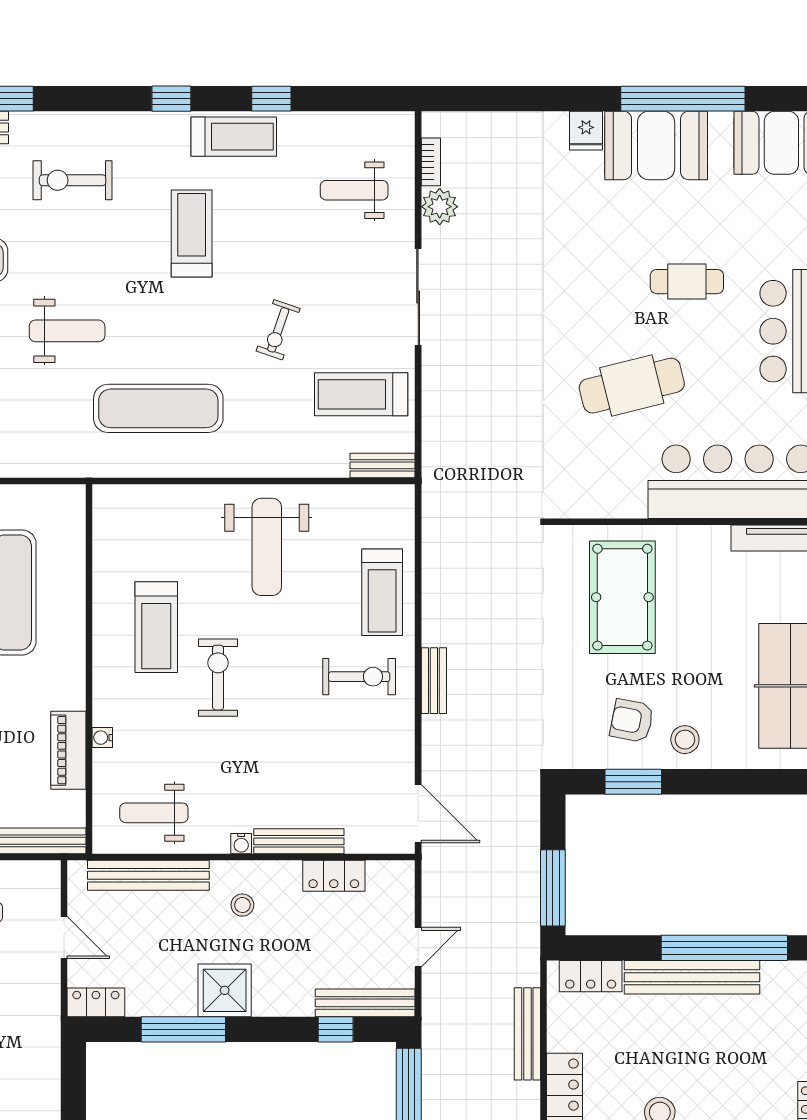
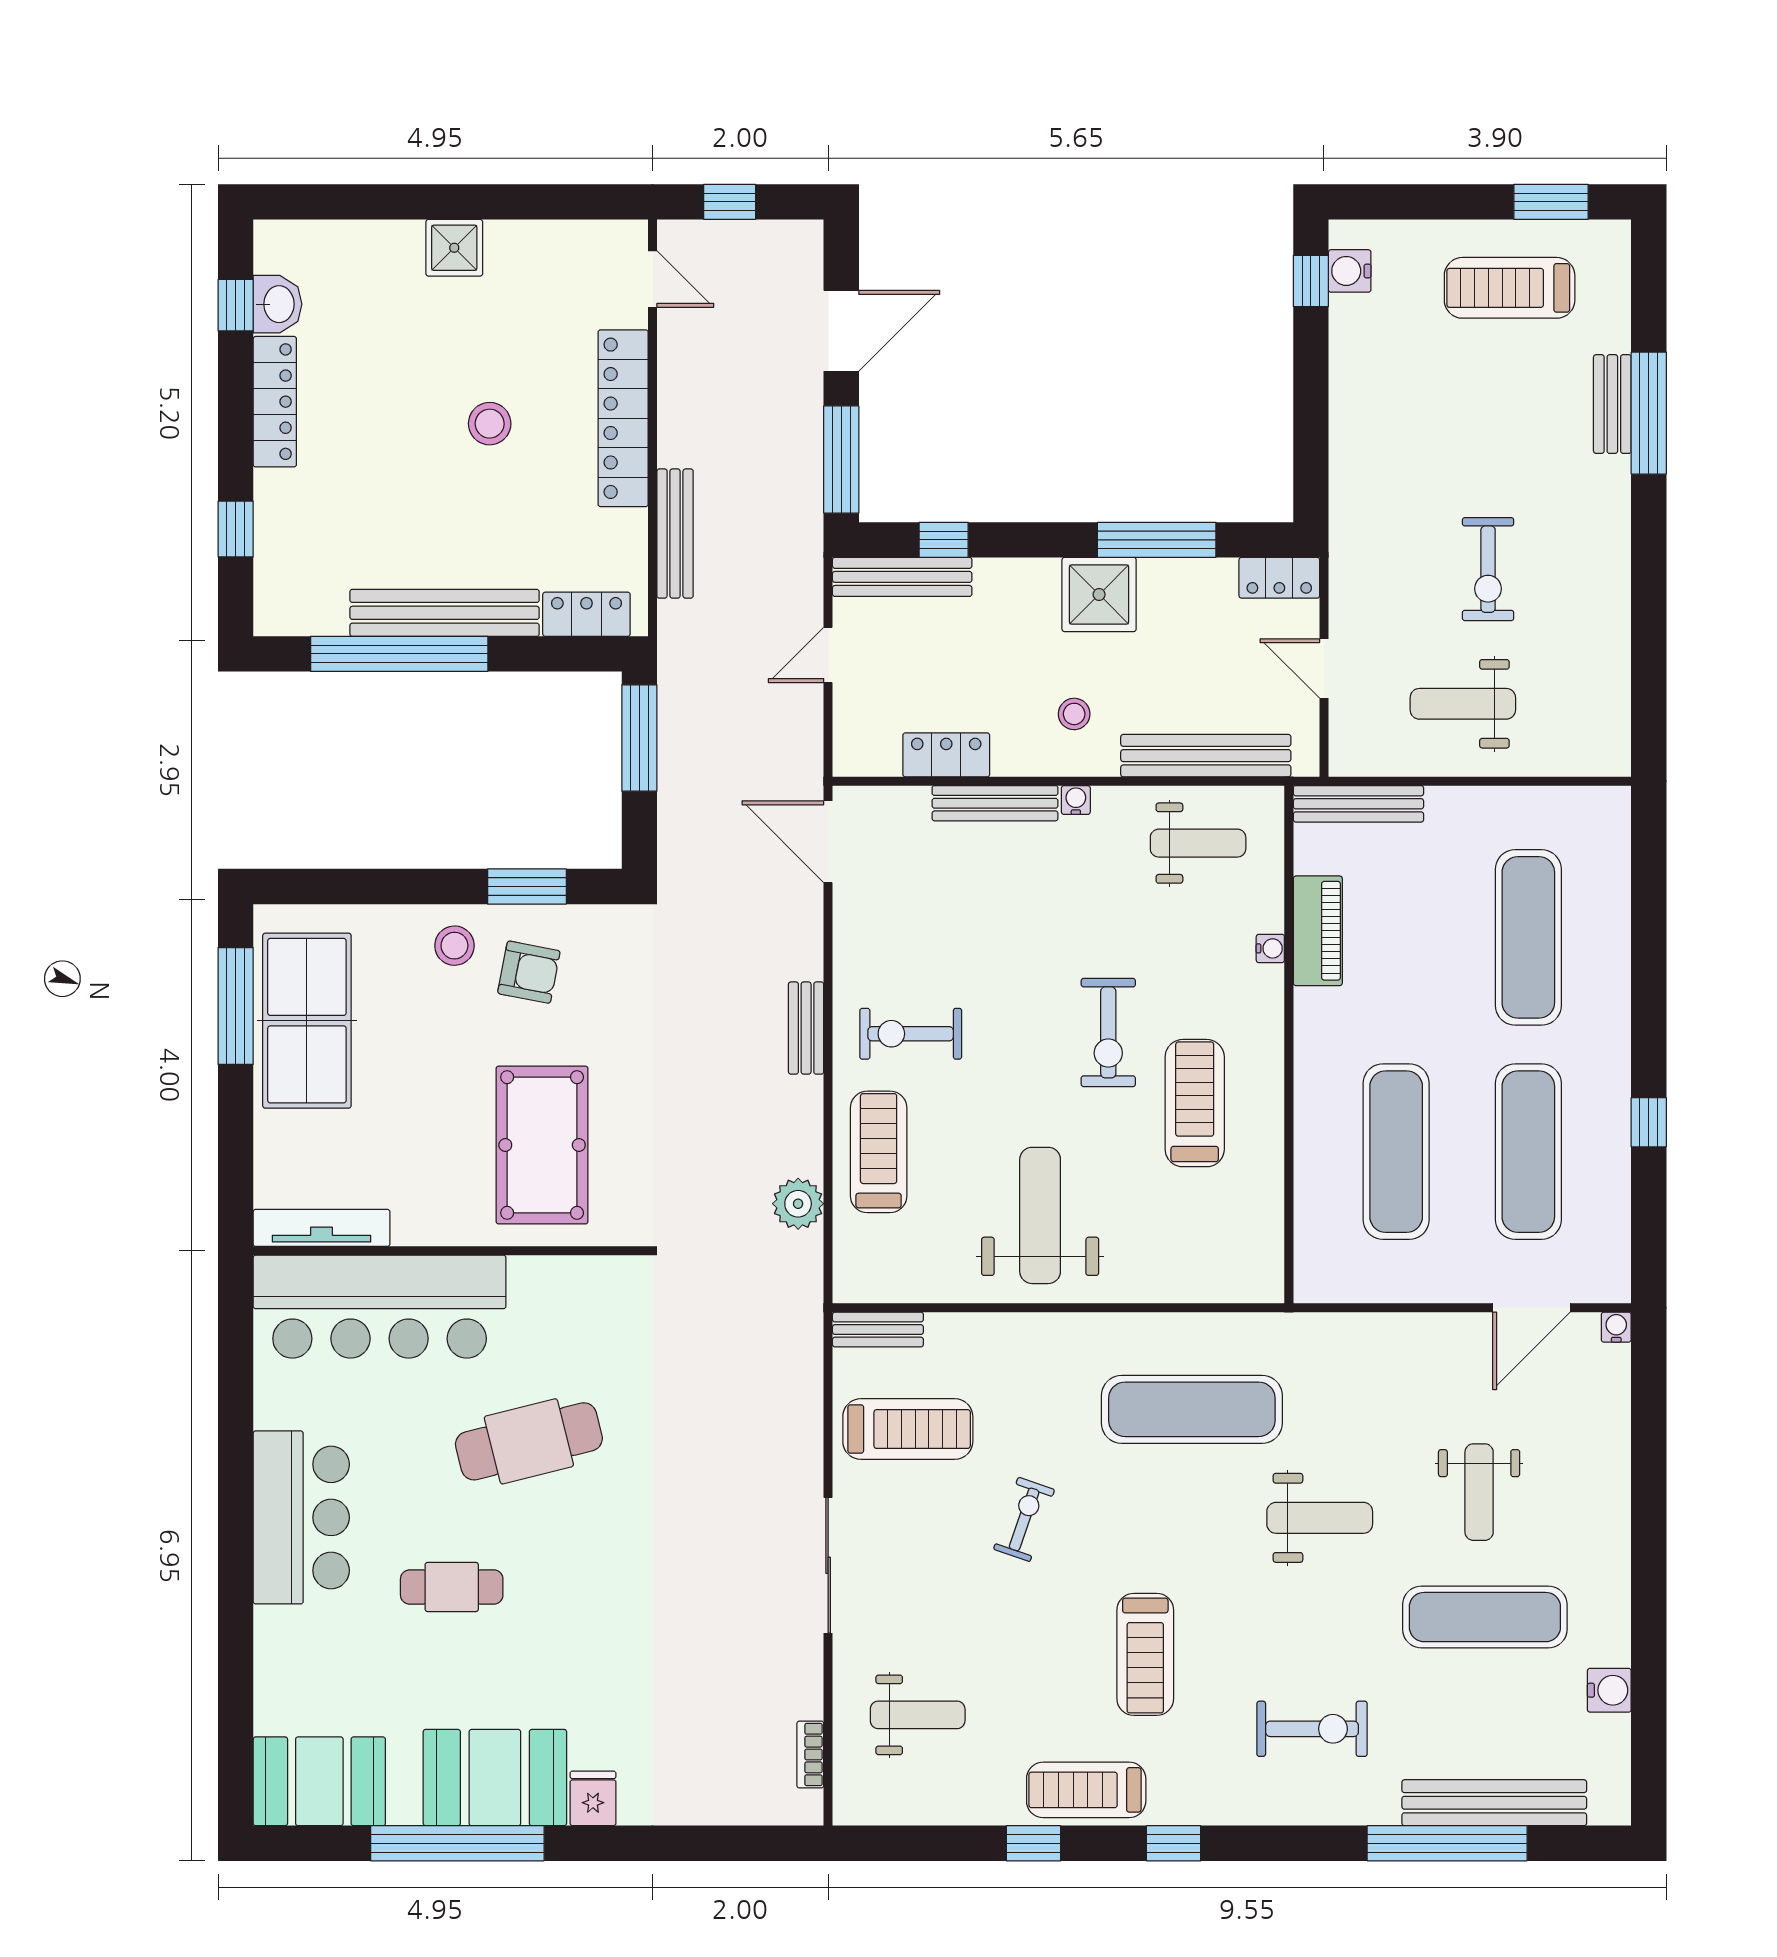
plant: (440, 207) -> (798, 1204), moved
weight bench: (67, 331) -> (1320, 1518), turned 180

